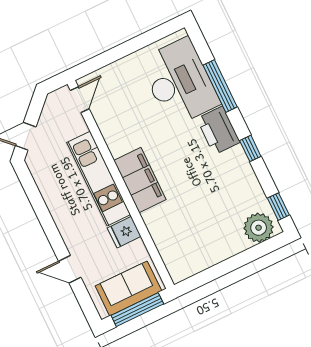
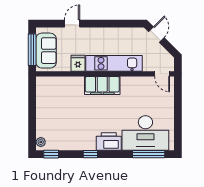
window: (220, 86) -> (149, 154), moved
plant: (259, 228) -> (41, 142), width x0.53, depth x0.53

